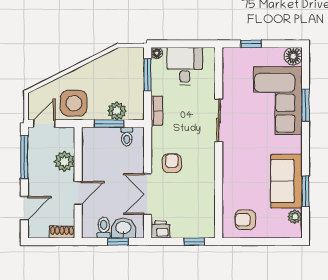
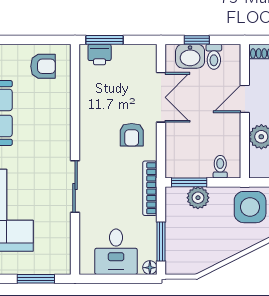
window: (251, 44) -> (36, 279), width x1.50
bookcase: (157, 111) -> (150, 188), width x1.56
window: (109, 124) -> (189, 182), moved
toilet: (127, 137) -> (220, 167), moved
printer: (161, 230) -> (100, 54), moved
window: (194, 242) -> (105, 40), width x1.50

